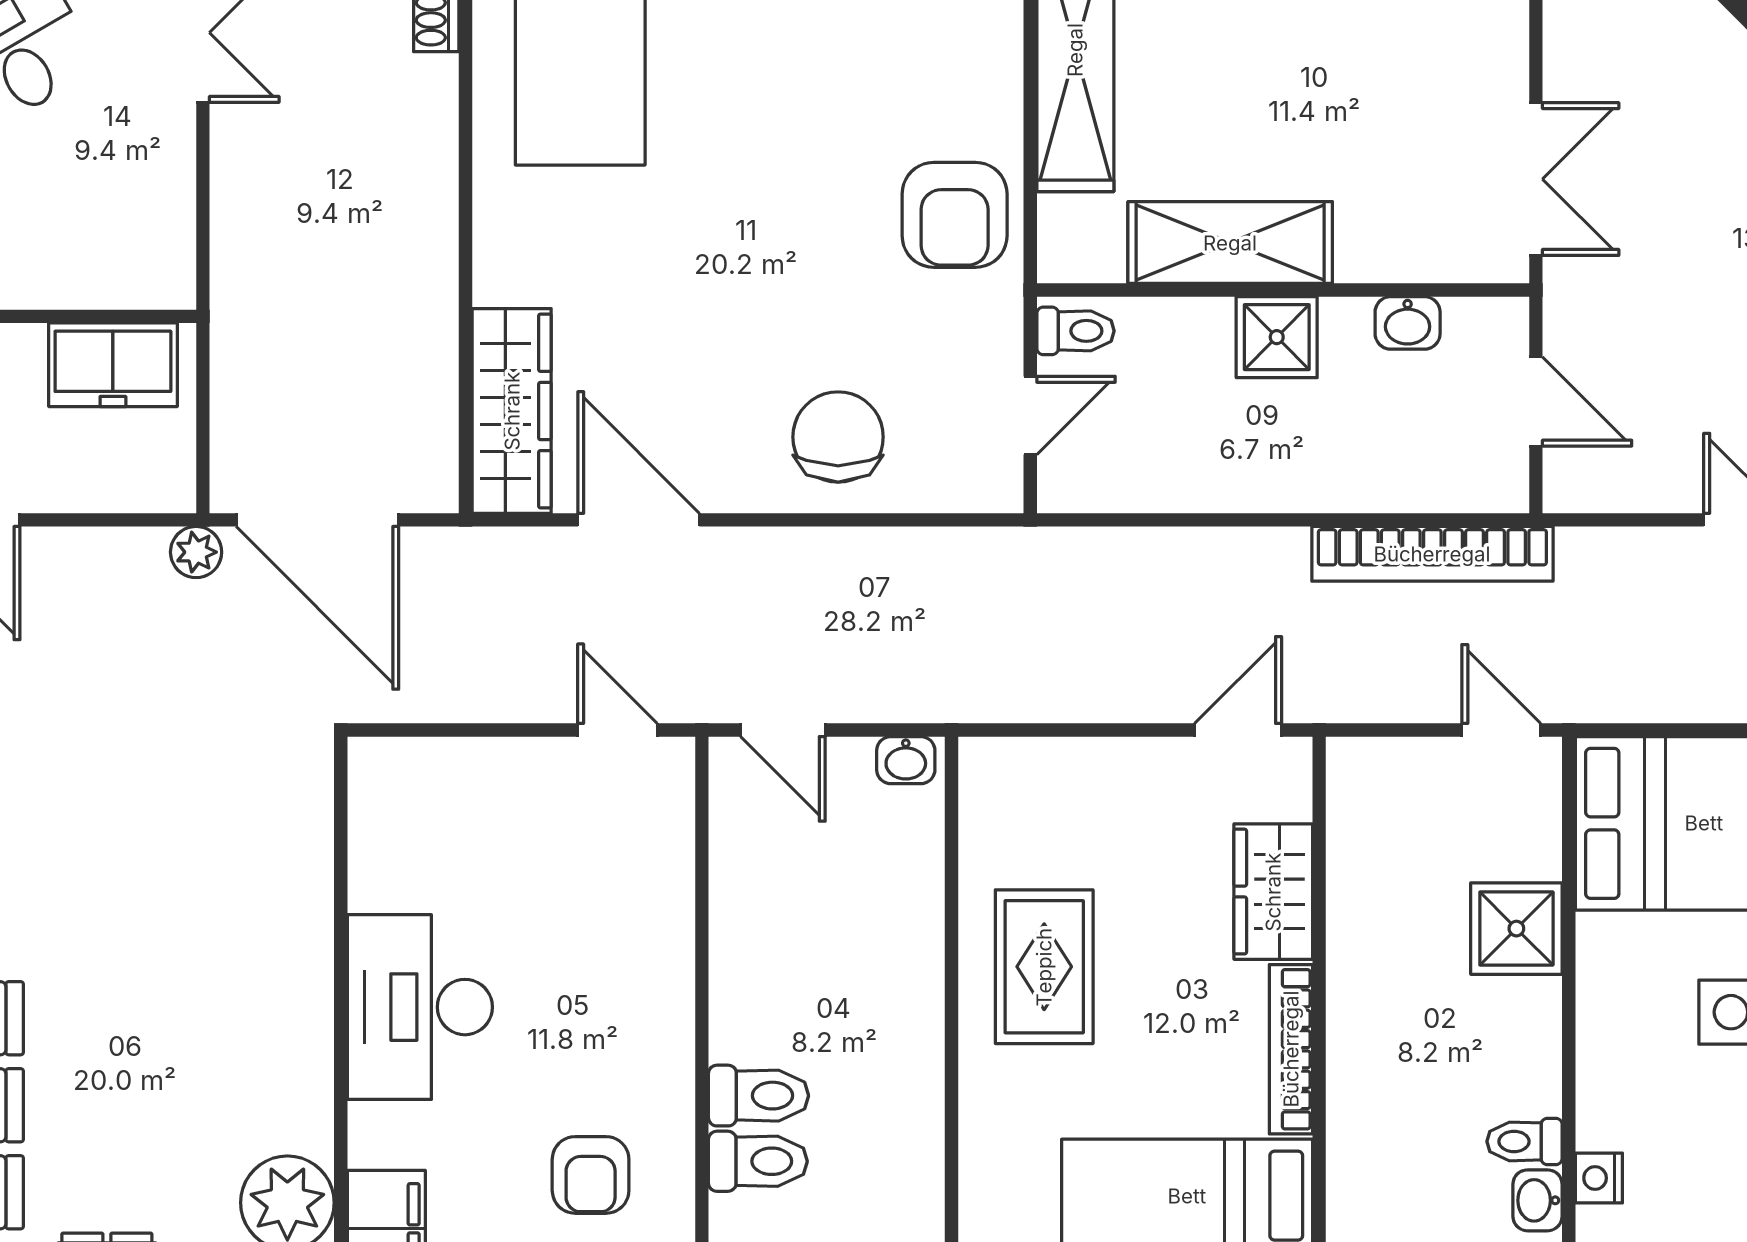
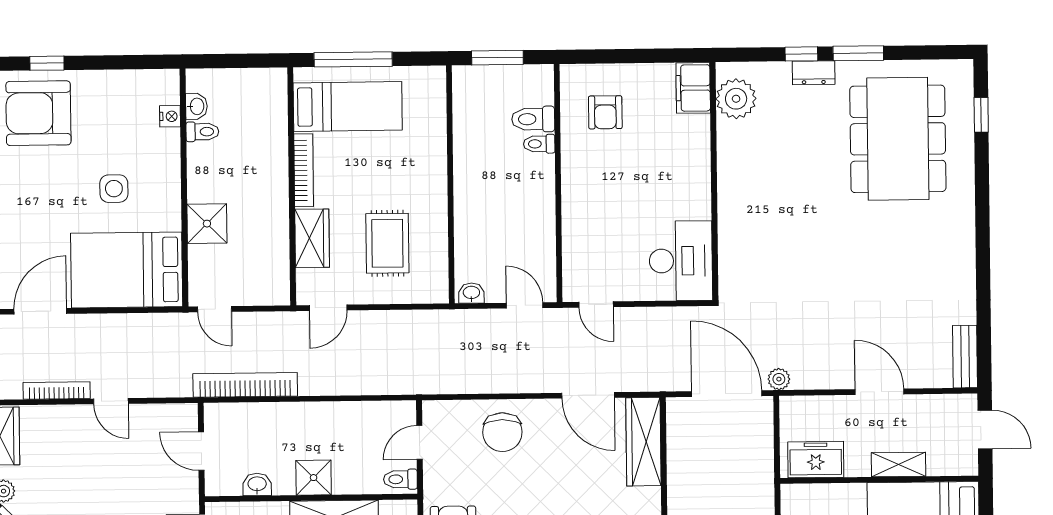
rug: (1044, 967) -> (387, 243), moved
desk: (420, 1007) -> (681, 261), moved
toilet: (758, 1096) -> (539, 144), width x0.73, depth x0.72
armchair: (591, 1175) -> (605, 112), turned 180

